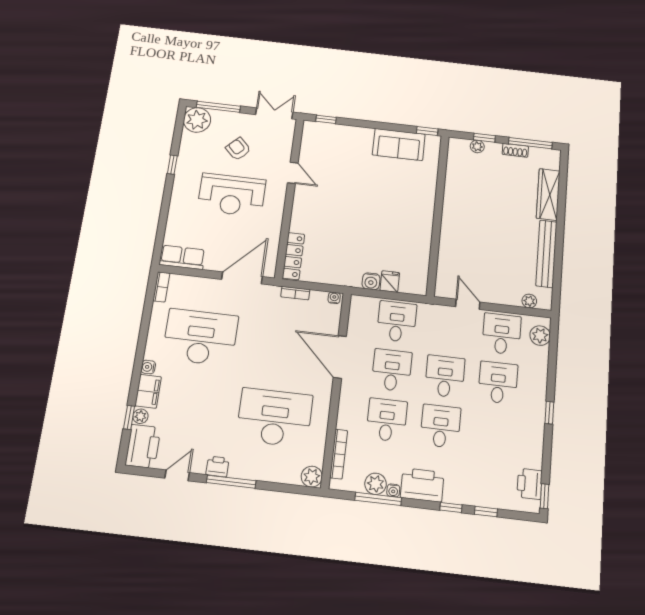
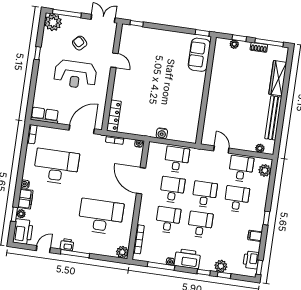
sofa: (399, 145) -> (199, 55), moved, turned 90
fridge: (390, 282) -> (174, 134), removed
filing cabinet: (533, 443) -> (255, 236), added
plant: (376, 484) -> (221, 266), moved

